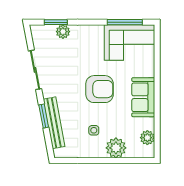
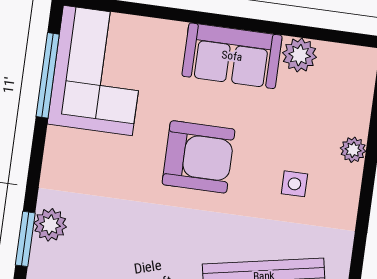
armchair: (100, 89) -> (199, 157), turned 90
plant: (147, 138) -> (300, 55), moved
plant: (116, 148) -> (353, 150), width x0.53, depth x0.53

